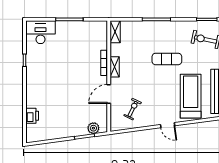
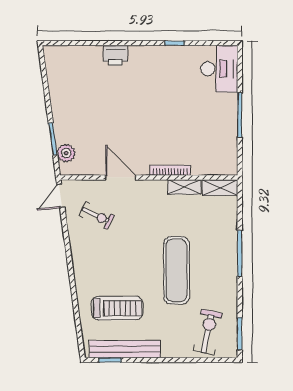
exercise mat: (167, 59) -> (176, 270), width x1.36, depth x1.45
shelving: (115, 67) -> (184, 187), moved
treadmill: (191, 96) -> (117, 308), width x0.73, depth x0.73
printer: (32, 116) -> (115, 55), moved
door: (168, 125) -> (61, 196), moved

